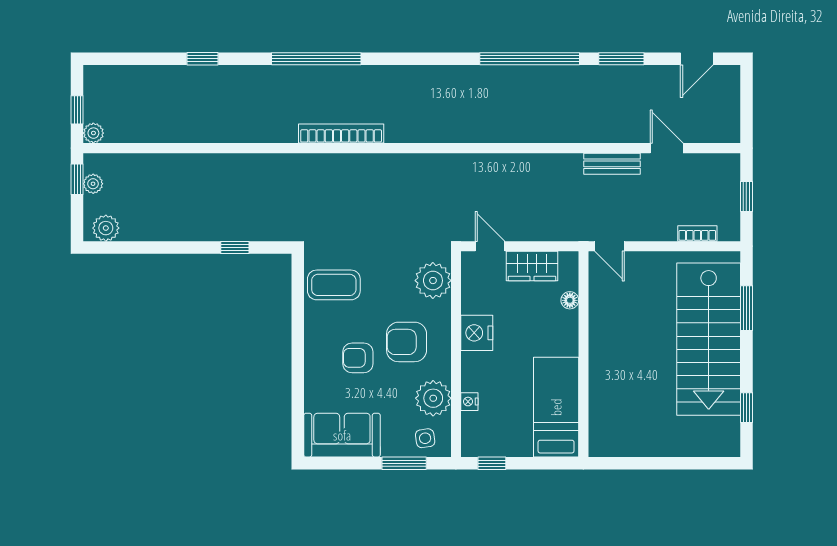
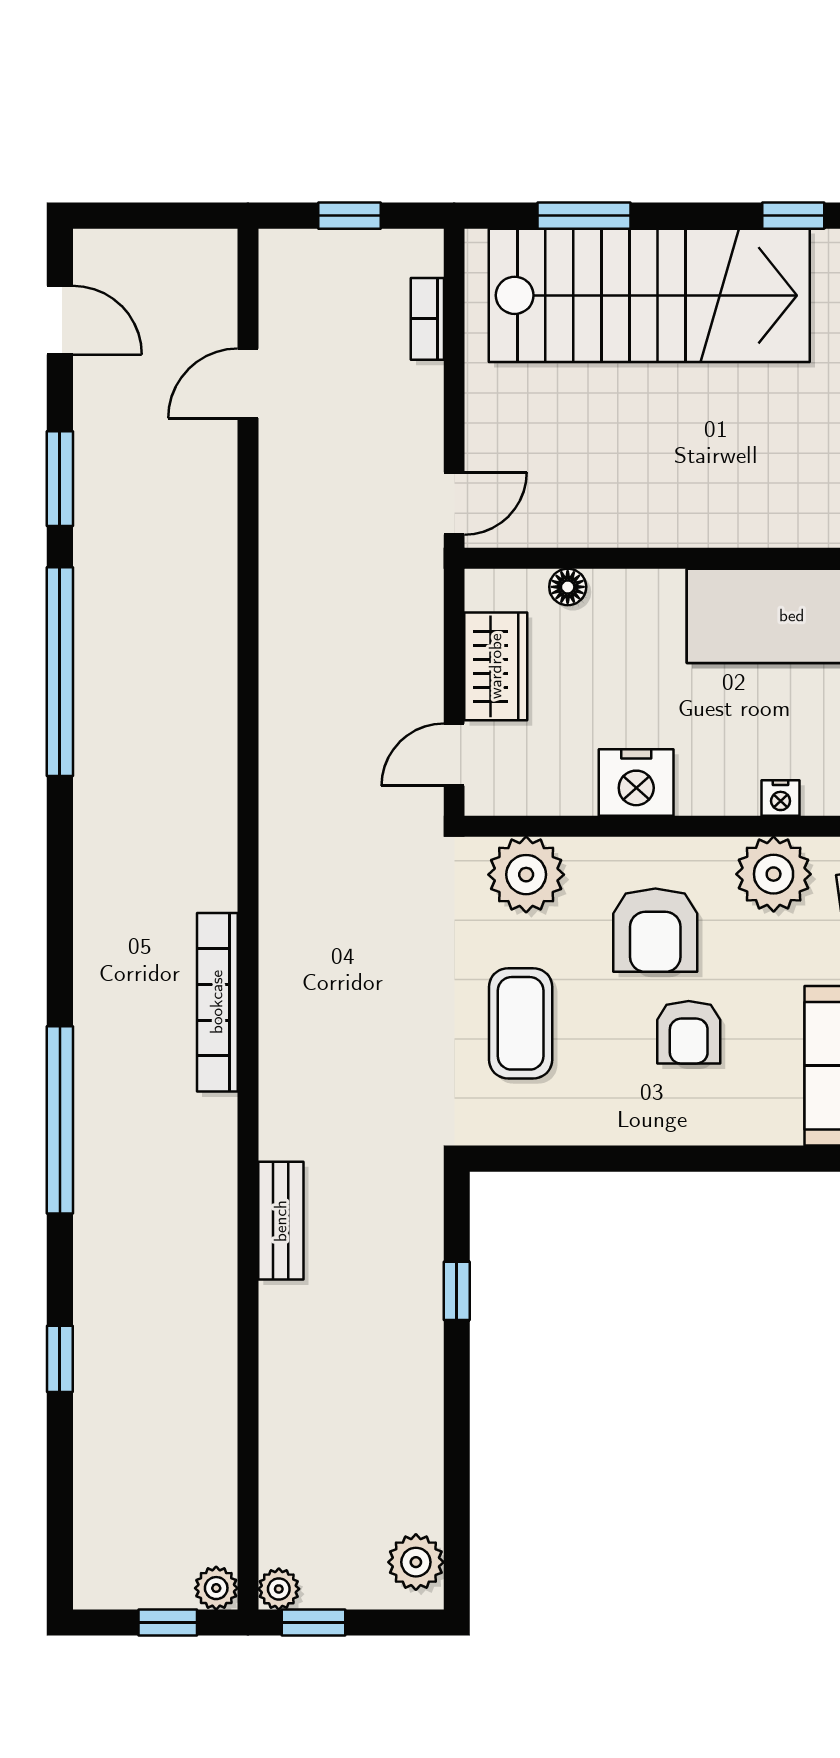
bookcase: (341, 134) -> (217, 1002), moved
bench: (612, 164) -> (281, 1221), moved
plant: (93, 184) -> (279, 1589), moved
coffee table: (334, 285) -> (521, 1023), moved

